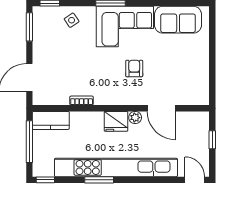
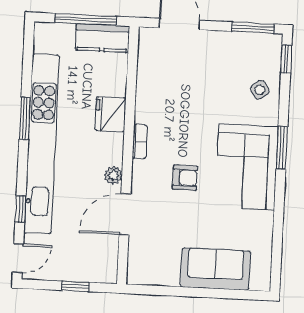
sofa: (178, 20) -> (215, 269), moved, turned 90
bookcase: (82, 101) -> (140, 142), moved
kitchen counter: (51, 120) -> (102, 38), moved, turned -90
fridge: (116, 121) -> (111, 114), moved
window: (45, 180) -> (20, 209), moved

